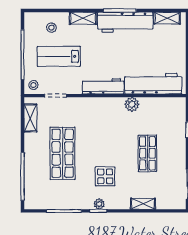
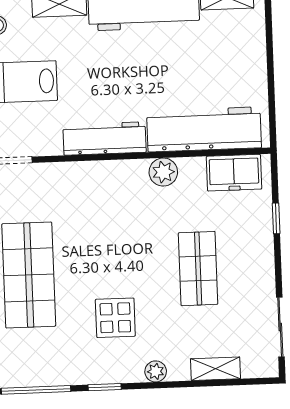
freezer: (167, 106) -> (234, 173), added
plant: (99, 204) -> (156, 371), moved
shelving: (143, 204) -> (215, 369), moved

